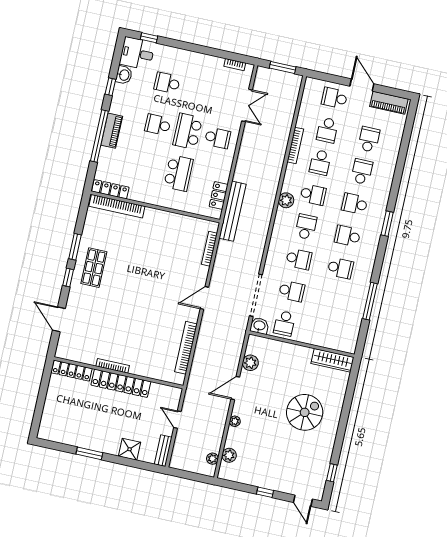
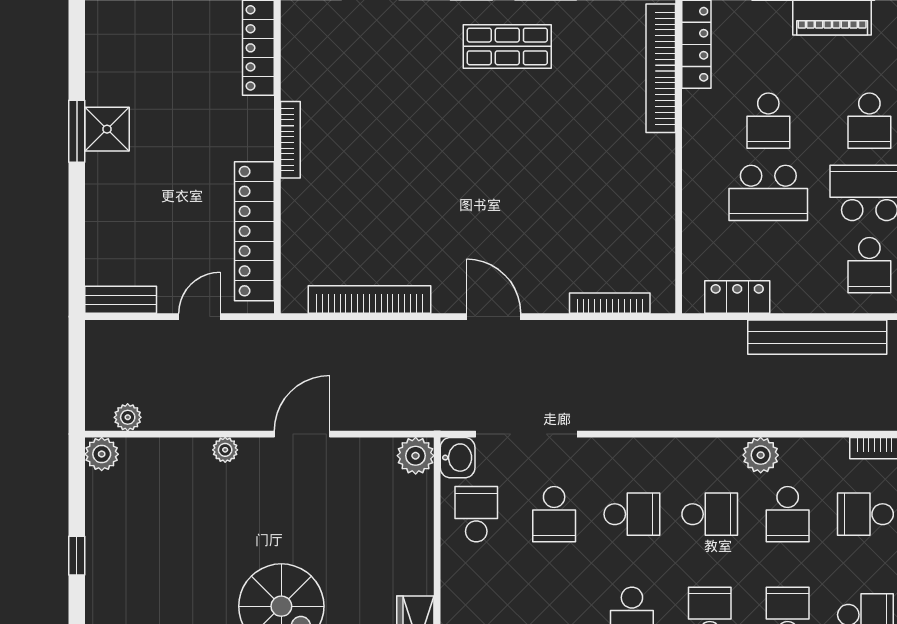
school desk: (158, 125) -> (869, 121), turned 180
school desk: (149, 166) -> (768, 121), added
bench: (233, 211) -> (817, 337), moved
school desk: (299, 259) -> (632, 514), turned -90
school desk: (284, 323) -> (476, 514), turned 90
plant: (250, 363) -> (416, 456), moved
locker: (121, 383) -> (254, 231), moved
door: (235, 388) -> (302, 434), hinge flipped
shower: (130, 449) -> (107, 129), moved
plant: (229, 455) -> (102, 454), moved

